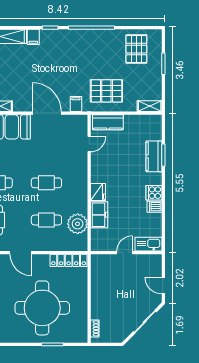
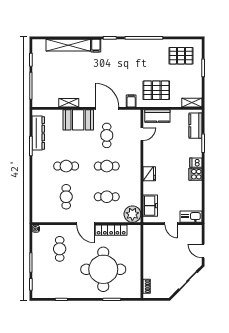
pallet: (136, 49) -> (181, 56), turned 90
cafe table: (46, 146) -> (107, 135), added
kitchen counter: (154, 156) -> (196, 126), moved
dishwasher: (154, 207) -> (196, 163), moved
freezer: (99, 215) -> (150, 206), moved
plant: (78, 224) -> (132, 214), moved
door: (125, 253) -> (171, 224), swing flipped
locker: (69, 260) -> (111, 230), moved

